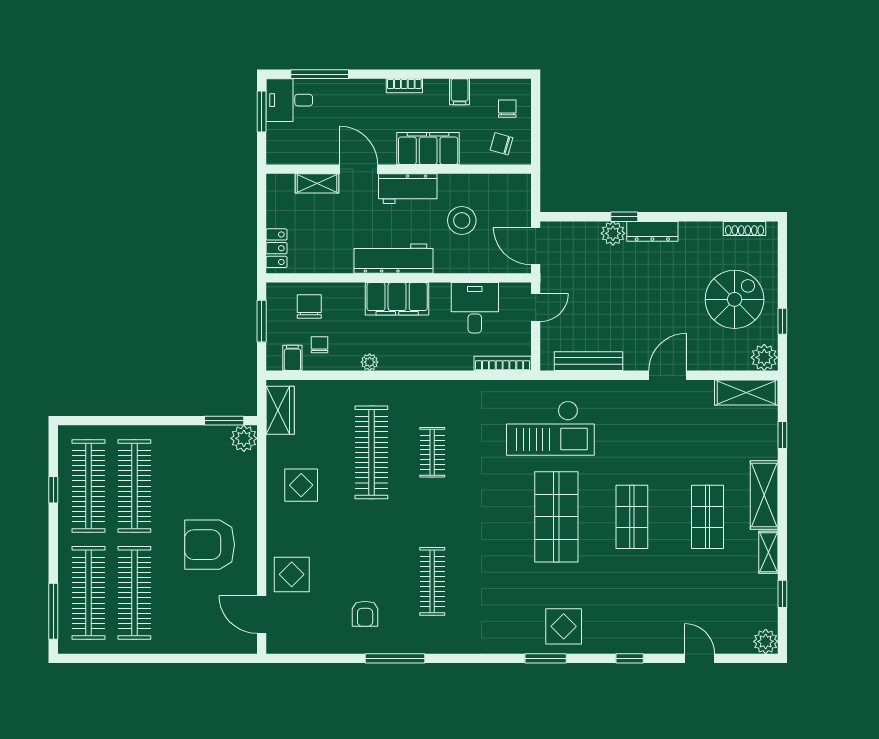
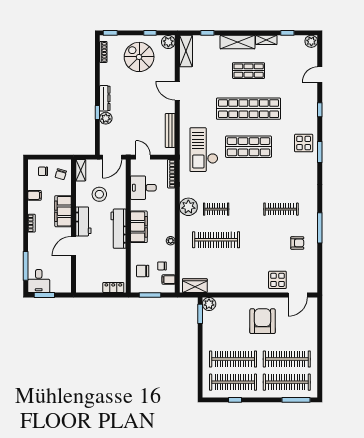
shelving: (317, 183) -> (81, 170), moved
window: (782, 242) -> (110, 33), added
plant: (437, 397) -> (188, 207), added
checkout: (550, 428) -> (204, 150), turned 180
display table: (301, 485) -> (233, 275), removed
shop shelf: (632, 517) -> (249, 109), width x2.00, depth x1.36
armchair: (210, 545) -> (263, 321), turned 180

